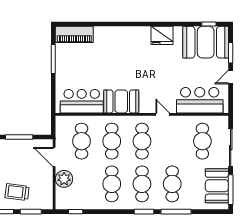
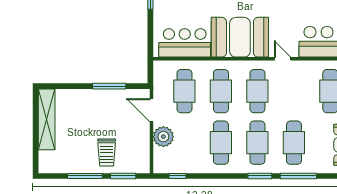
booth: (121, 101) -> (240, 37), width x1.36, depth x1.42
trolley: (17, 192) -> (107, 152), turned -97

